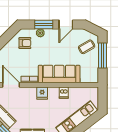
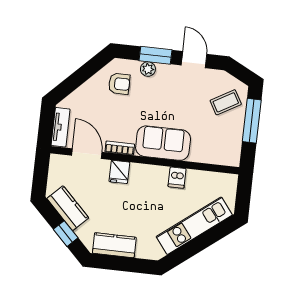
door: (66, 25) -> (194, 60), swing flipped
sofa: (59, 74) -> (163, 143), width x0.73
fridge: (42, 93) -> (119, 172), moved

